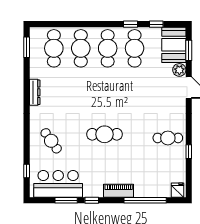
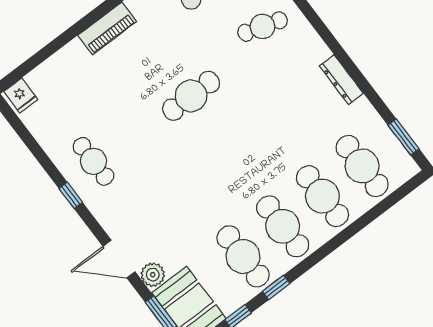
cafe table: (168, 138) -> (93, 161), turned 90
cafe table: (51, 141) -> (262, 26), turned -38
window: (189, 152) -> (71, 195), moved
window: (145, 200) -> (57, 44), removed

